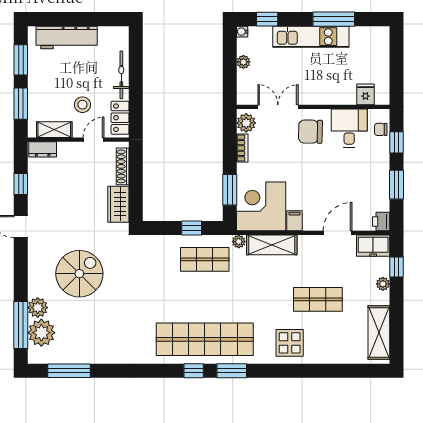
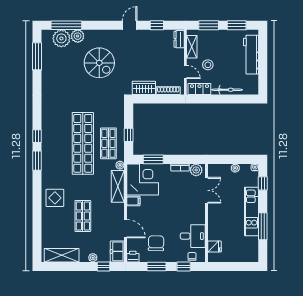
chair: (310, 132) -> (156, 243), moved
shop shelf: (205, 339) -> (83, 143), moved

